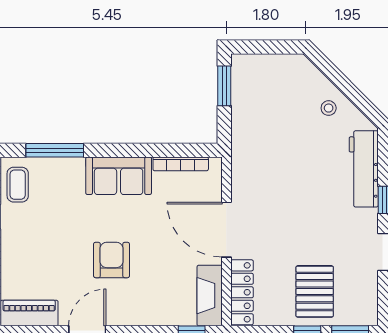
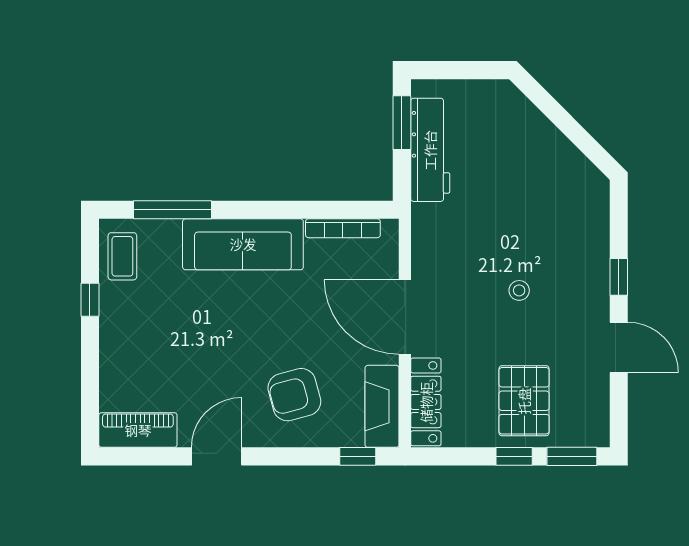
stool: (329, 108) -> (519, 290), moved
workbench: (364, 169) -> (430, 150), moved, turned 180
sofa: (119, 176) -> (243, 244), width x1.36
armchair: (112, 260) -> (294, 395), moved, turned -105

